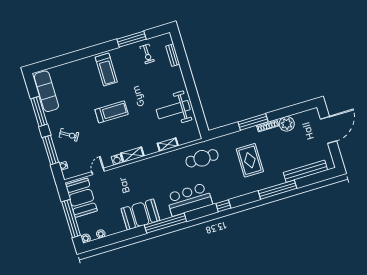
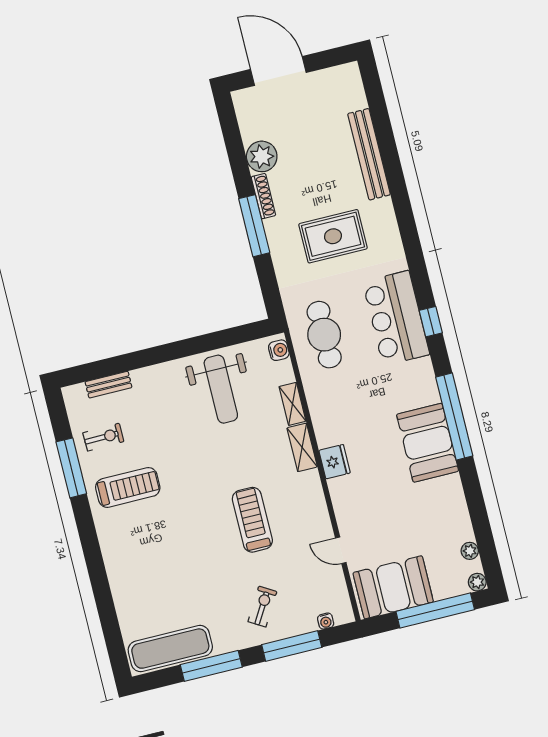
treadmill: (106, 70) -> (128, 487), moved
treadmill: (112, 112) -> (252, 520), moved
shelving: (132, 155) -> (302, 447), moved
water cooler: (117, 160) -> (279, 350), moved
fridge: (141, 166) -> (335, 462), added
bench: (305, 171) -> (369, 154), moved
window: (278, 190) -> (396, 182), removed
bar counter: (189, 199) -> (396, 318), moved
window: (223, 206) -> (431, 322), moved
booth: (140, 214) -> (428, 443), moved

